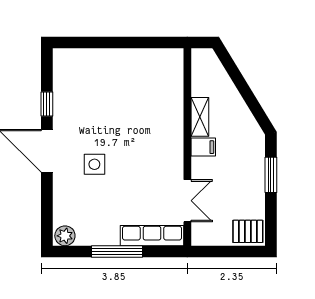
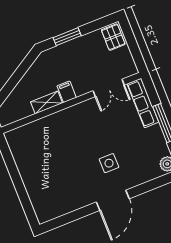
window: (47, 104) -> (80, 213), removed
double door: (187, 201) -> (109, 88), swing flipped

